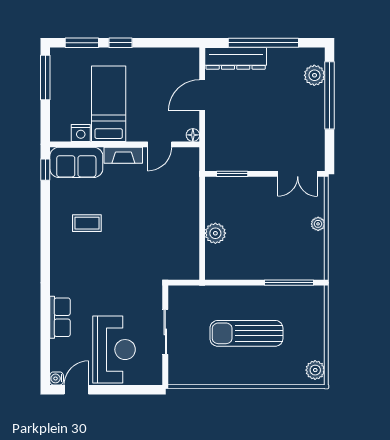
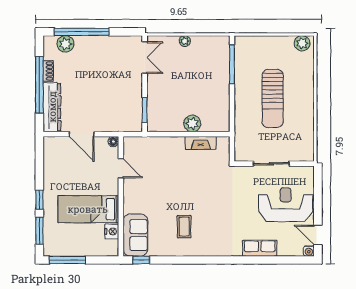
shoe rack: (281, 54) -> (48, 71), added
fireplace: (123, 155) -> (201, 143), moved, turned 90

